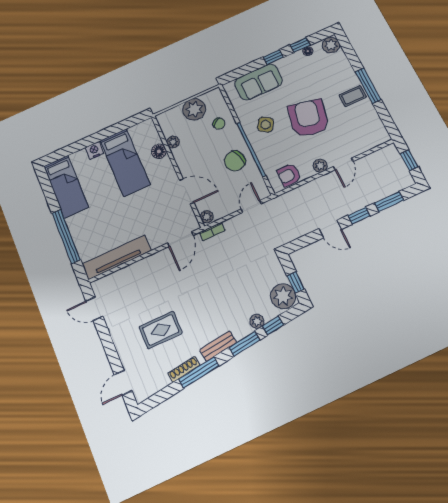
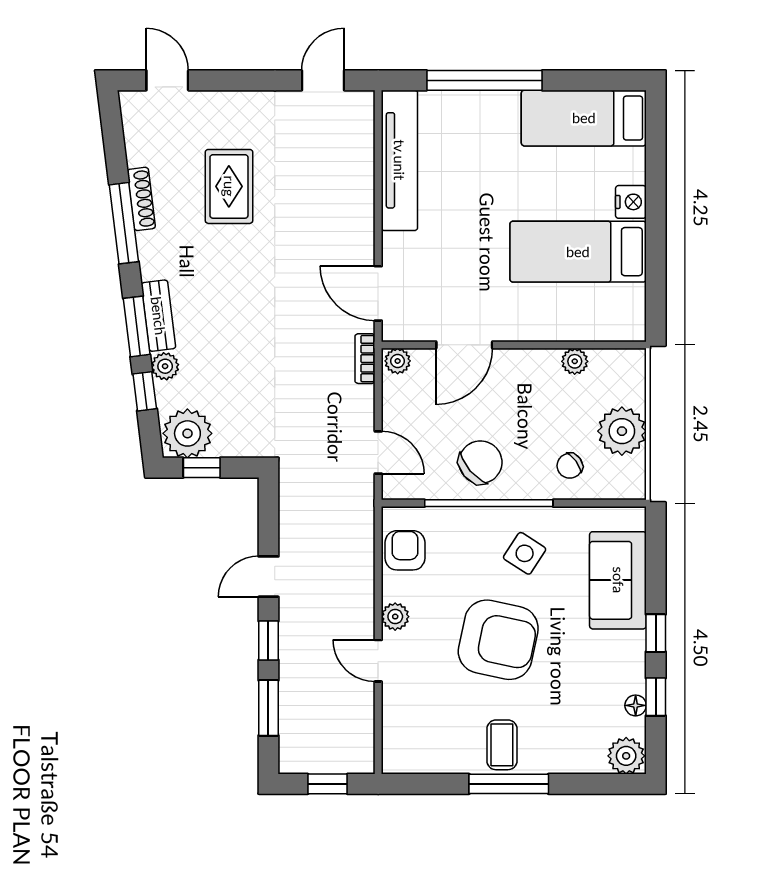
floor lamp: (159, 151) -> (569, 326), removed
chair: (235, 161) -> (480, 462), turned 65
bench: (218, 346) -> (158, 316), moved

